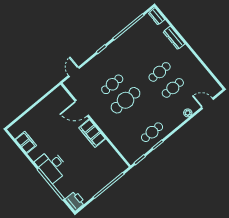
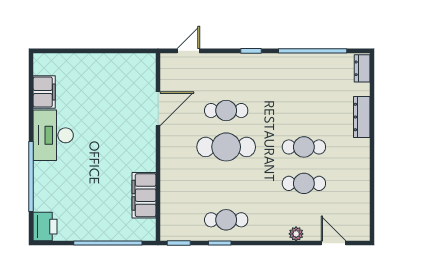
door: (82, 108) -> (158, 109), swing flipped
filing cabinet: (92, 133) -> (144, 195), moved
desk: (52, 166) -> (53, 135), moved

